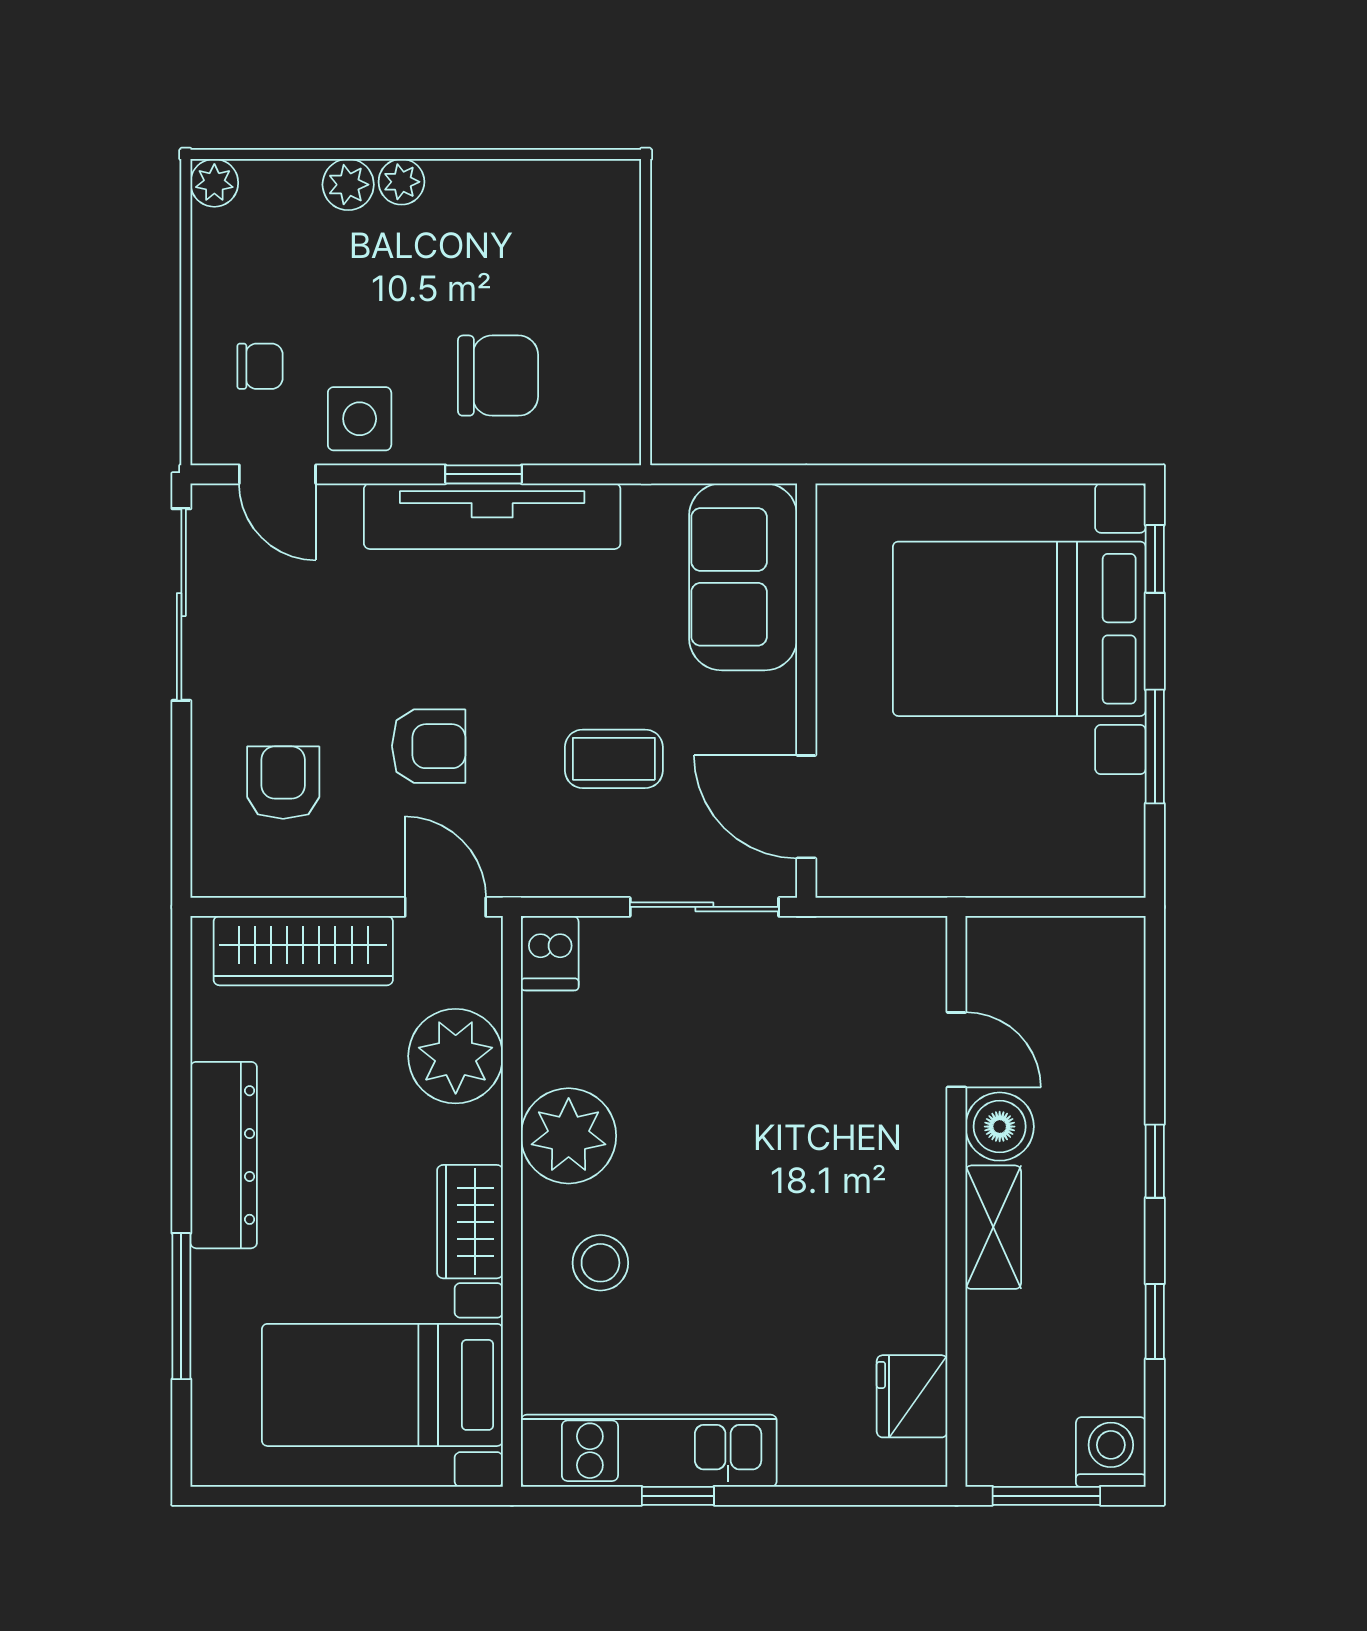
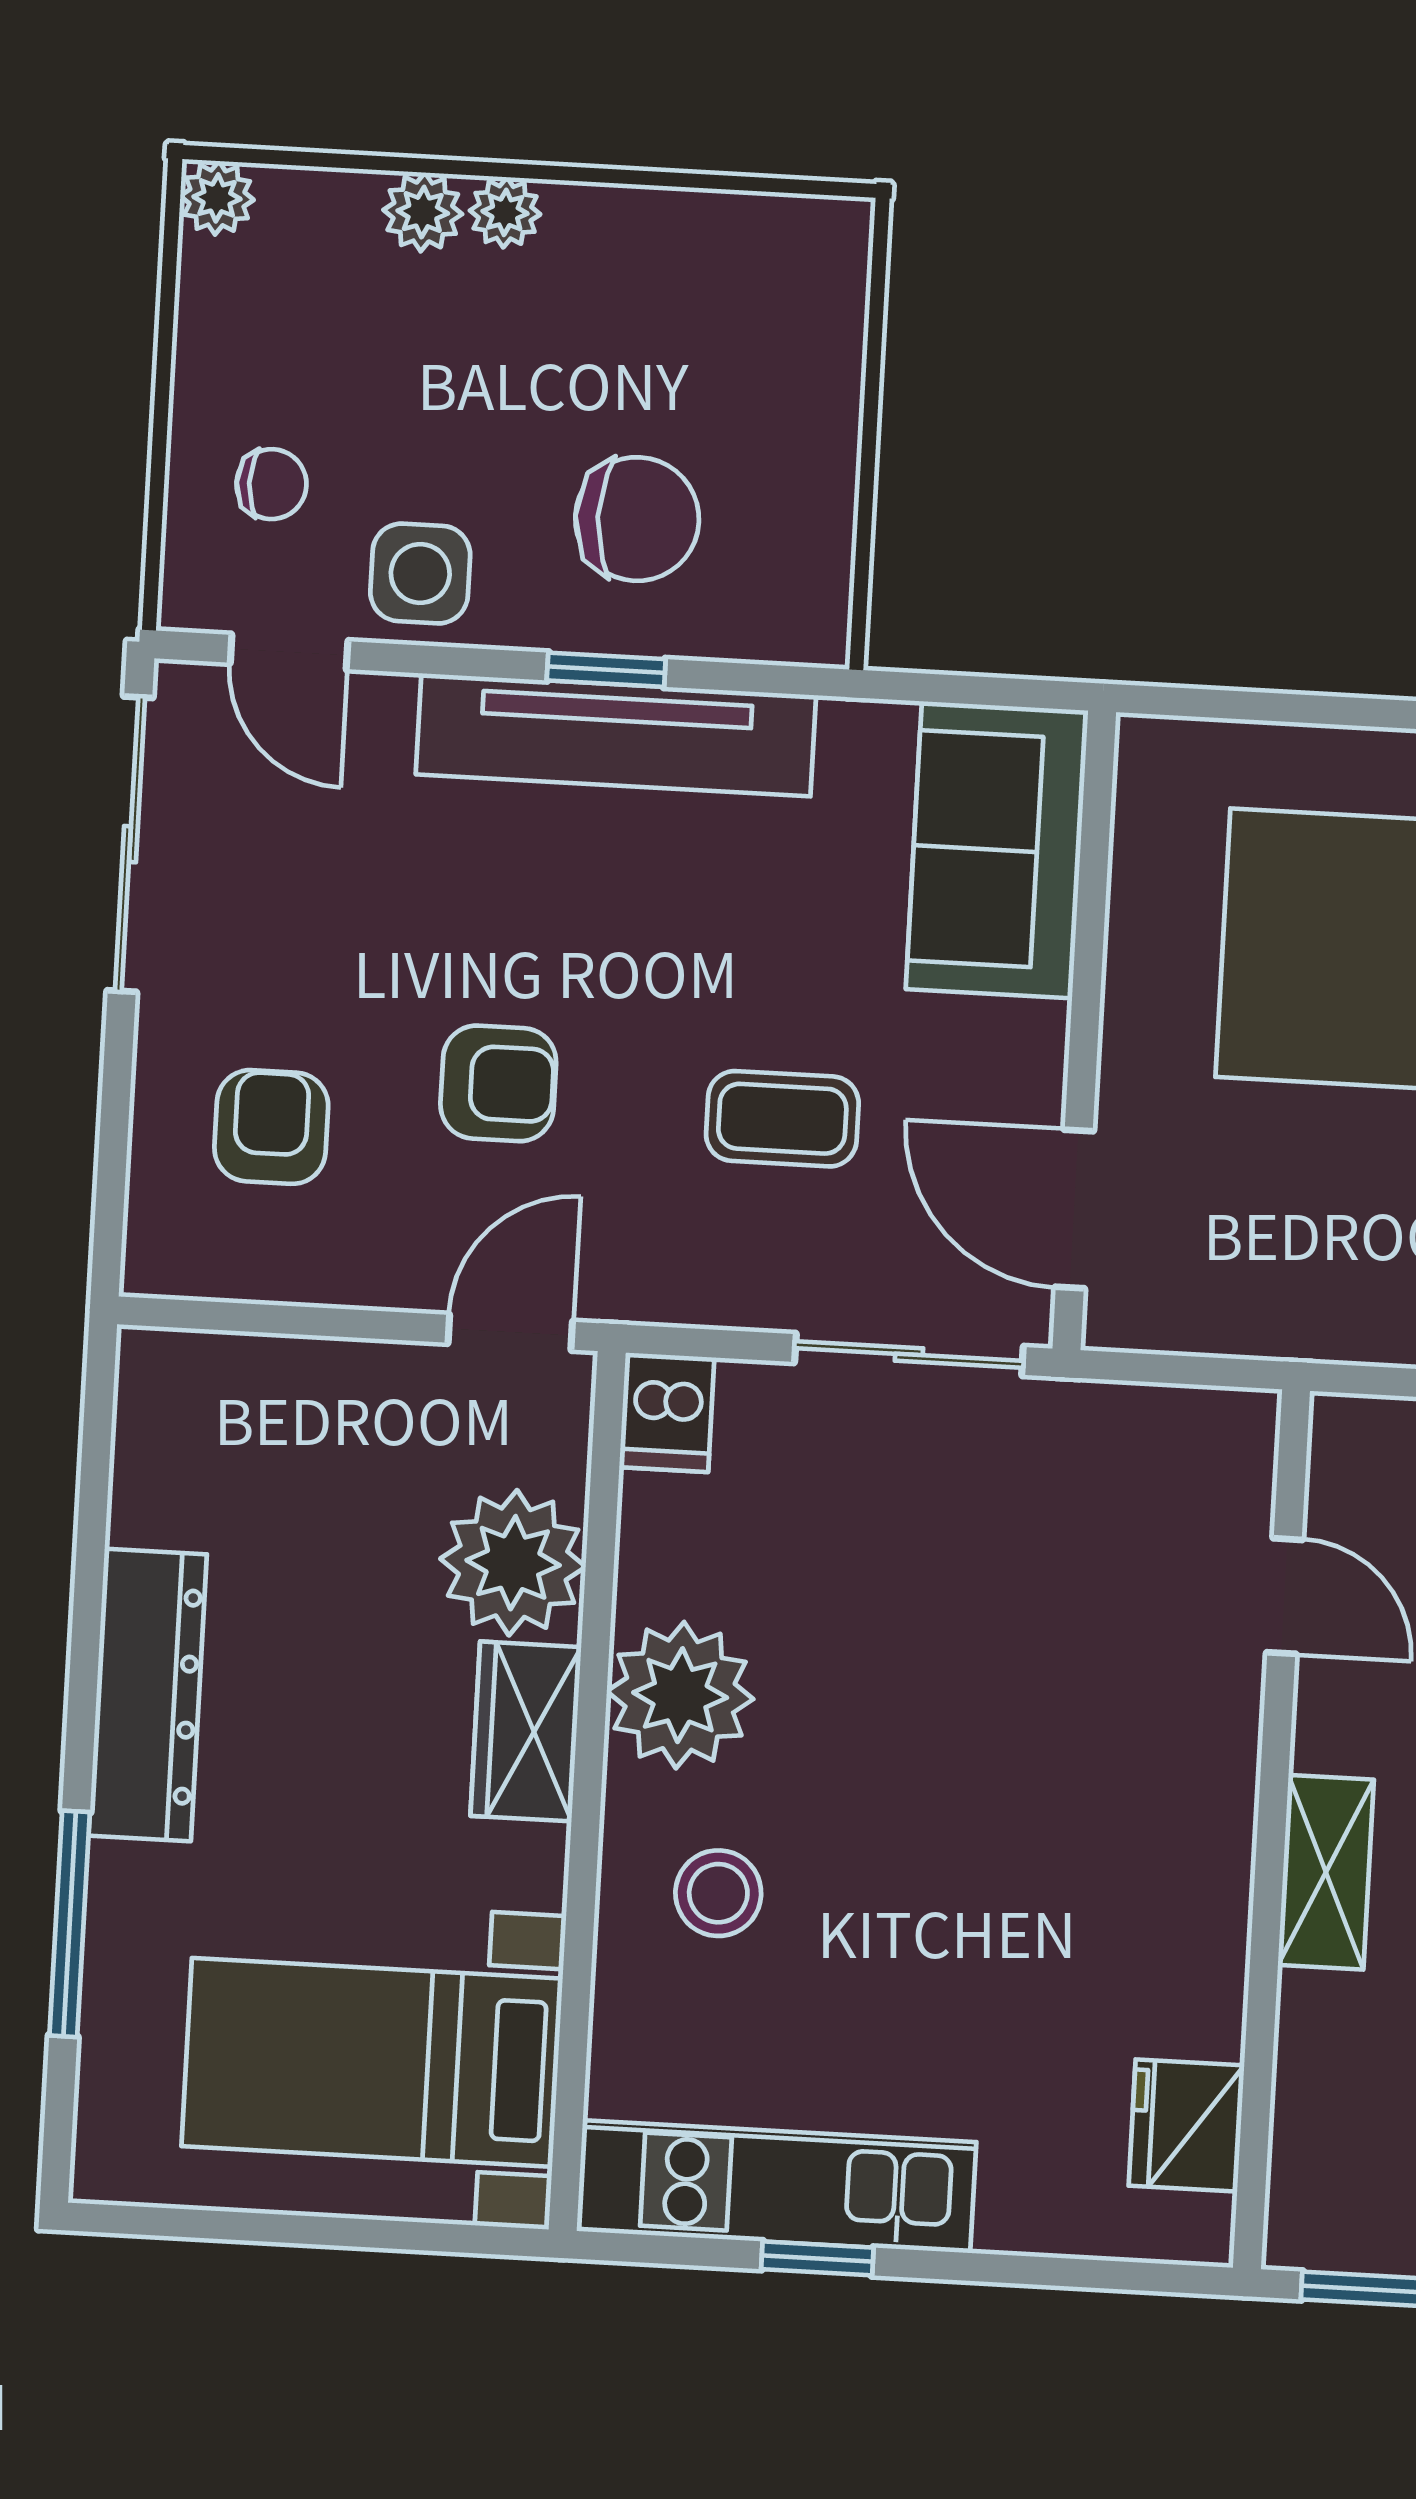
door: (445, 907) -> (510, 1332), hinge flipped
wardrobe: (303, 951) -> (288, 1387), removed
boiler: (1000, 1127) -> (1344, 1718), removed
wardrobe: (470, 1222) -> (526, 1731), moved

